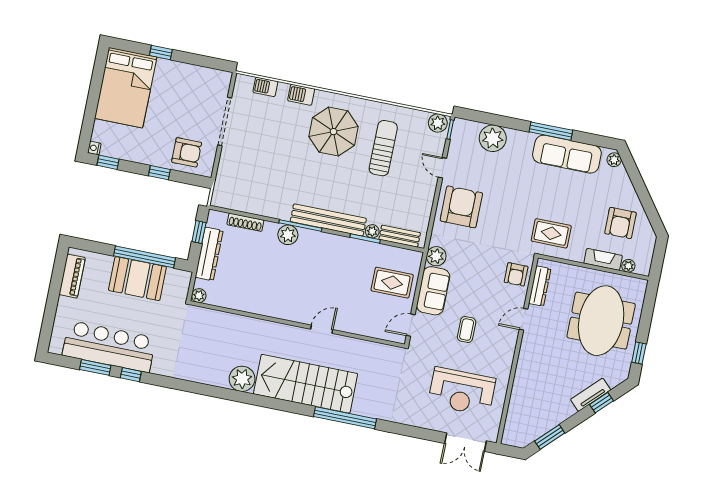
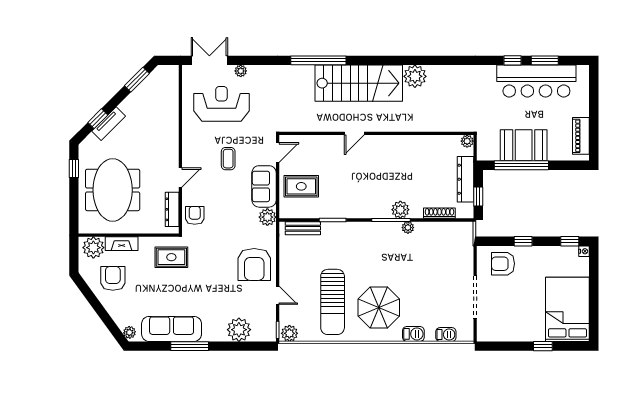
sun lounger: (383, 148) -> (333, 302), width x1.36, depth x1.34
bench: (328, 220) -> (368, 230), removed
plant: (372, 231) -> (408, 228), moved
plant: (628, 266) -> (93, 248), width x1.88, depth x1.88
plant: (433, 424) -> (241, 71), added

